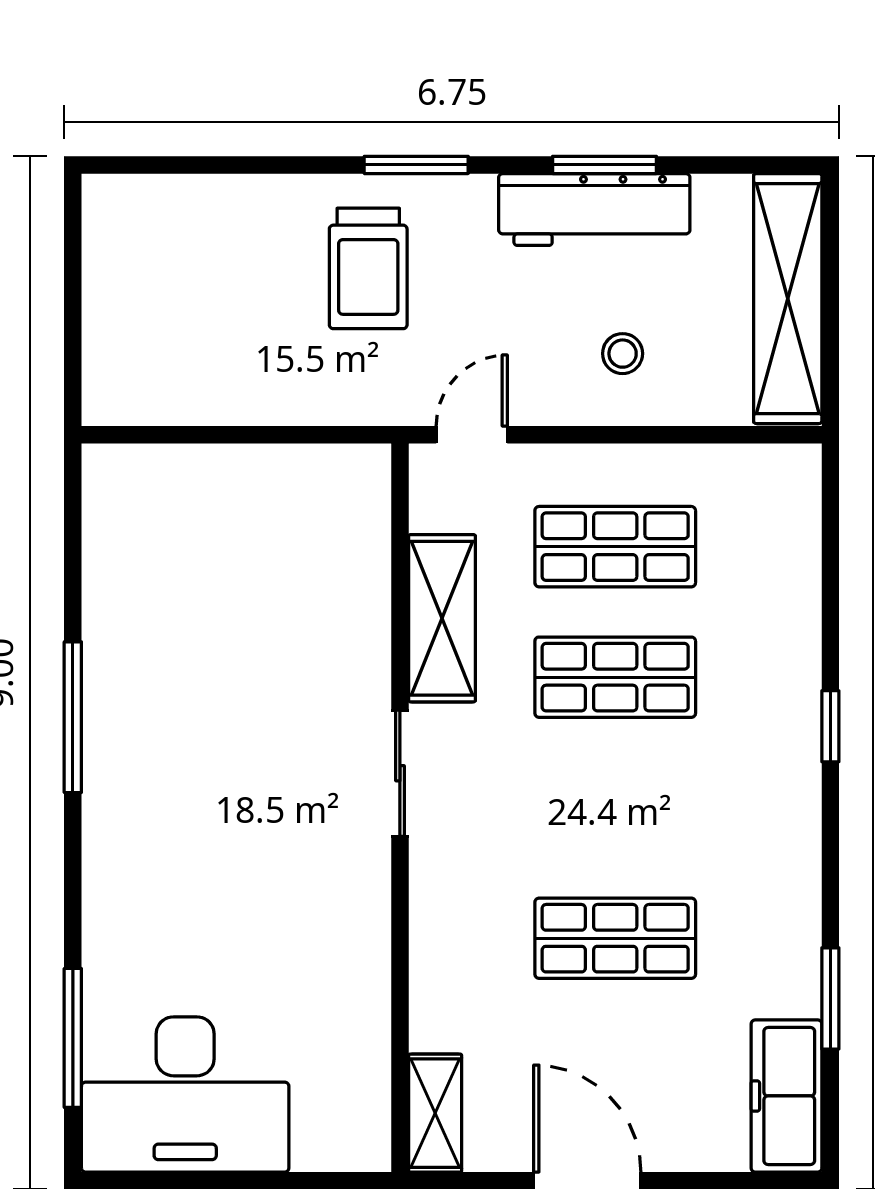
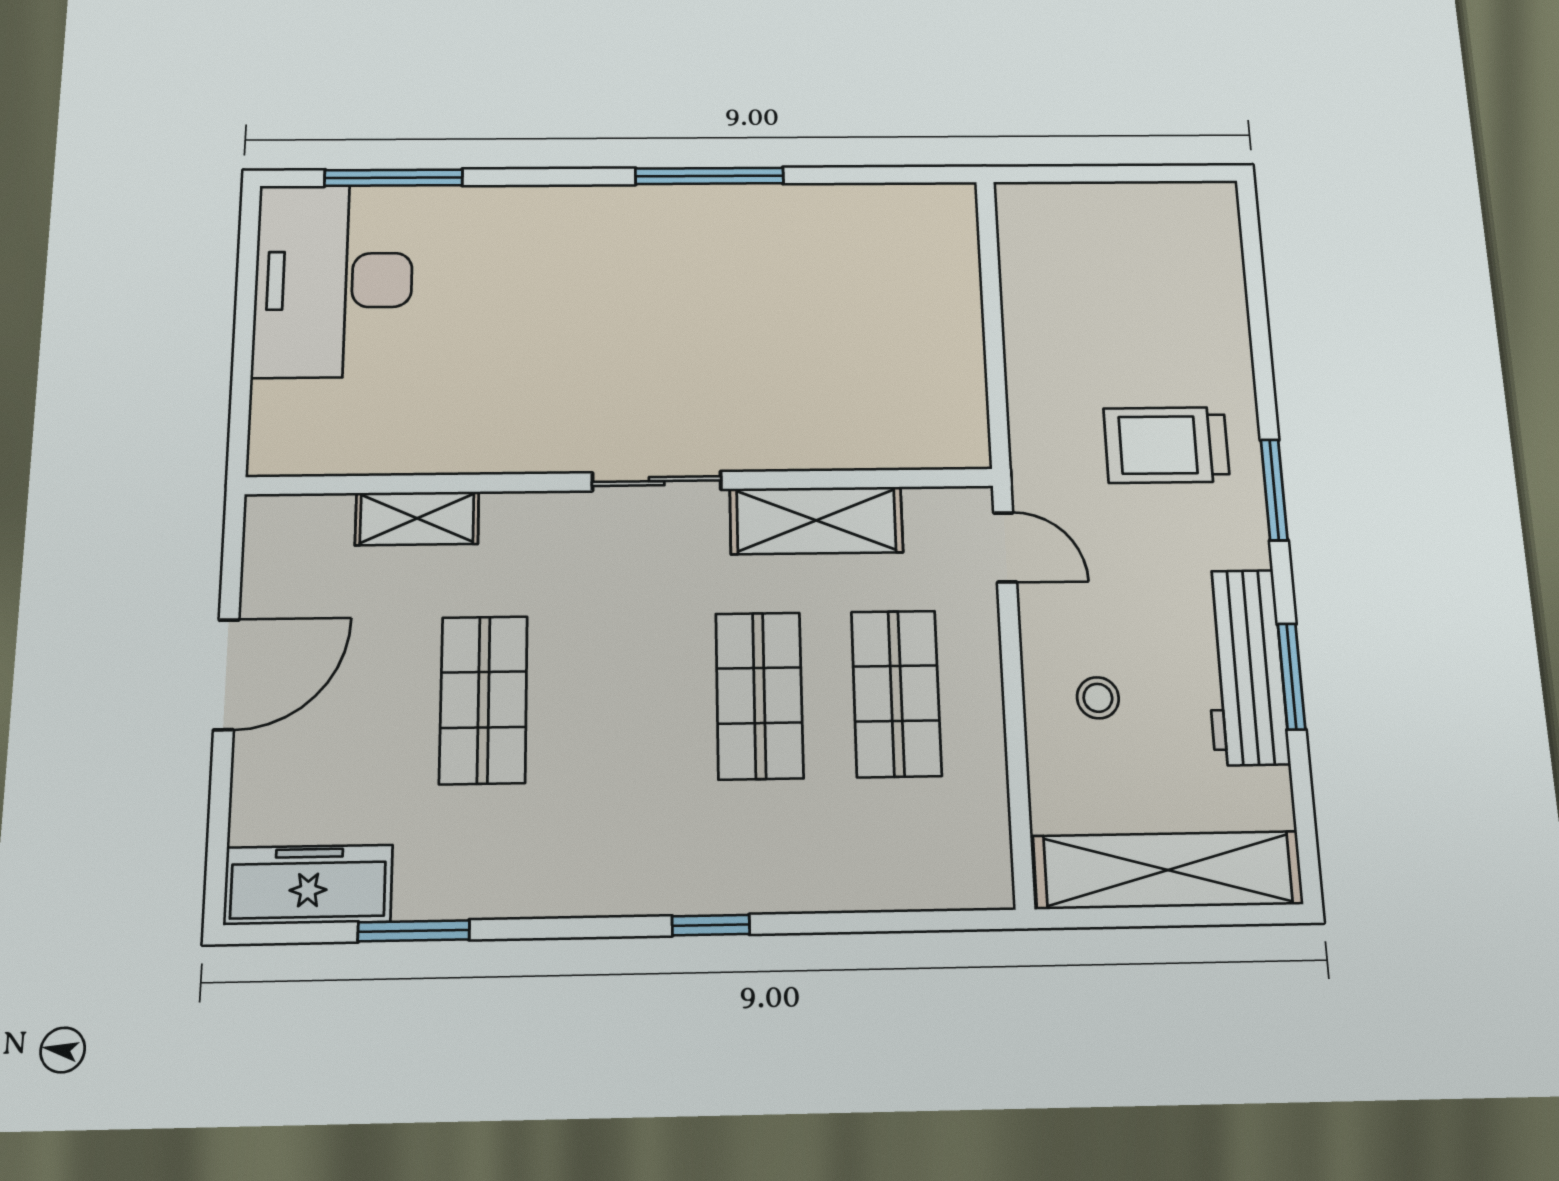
shelving: (435, 1113) -> (417, 518), moved

